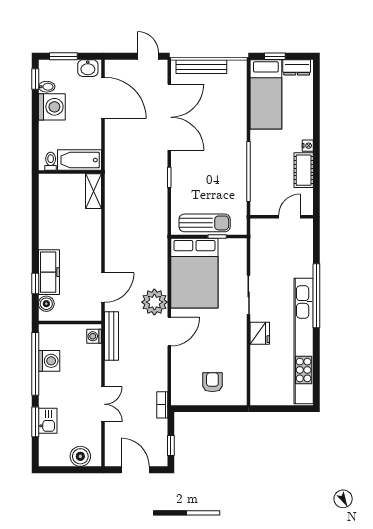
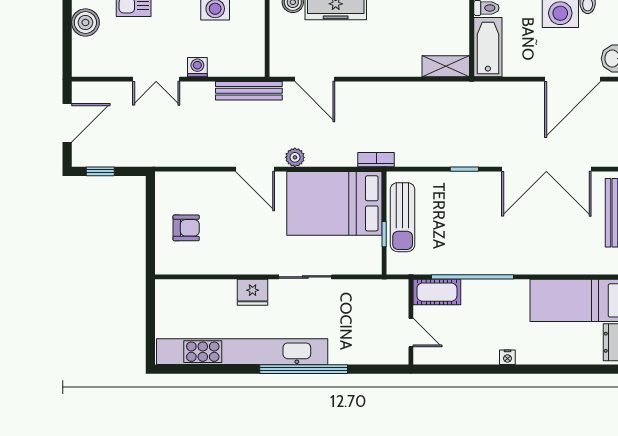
cot: (304, 170) -> (437, 292), moved
plant: (154, 302) -> (295, 157), width x0.53, depth x0.53
washing machine: (94, 336) -> (197, 67), moved
bookcase: (162, 405) -> (376, 160), moved
boiler: (80, 456) -> (85, 22), moved

